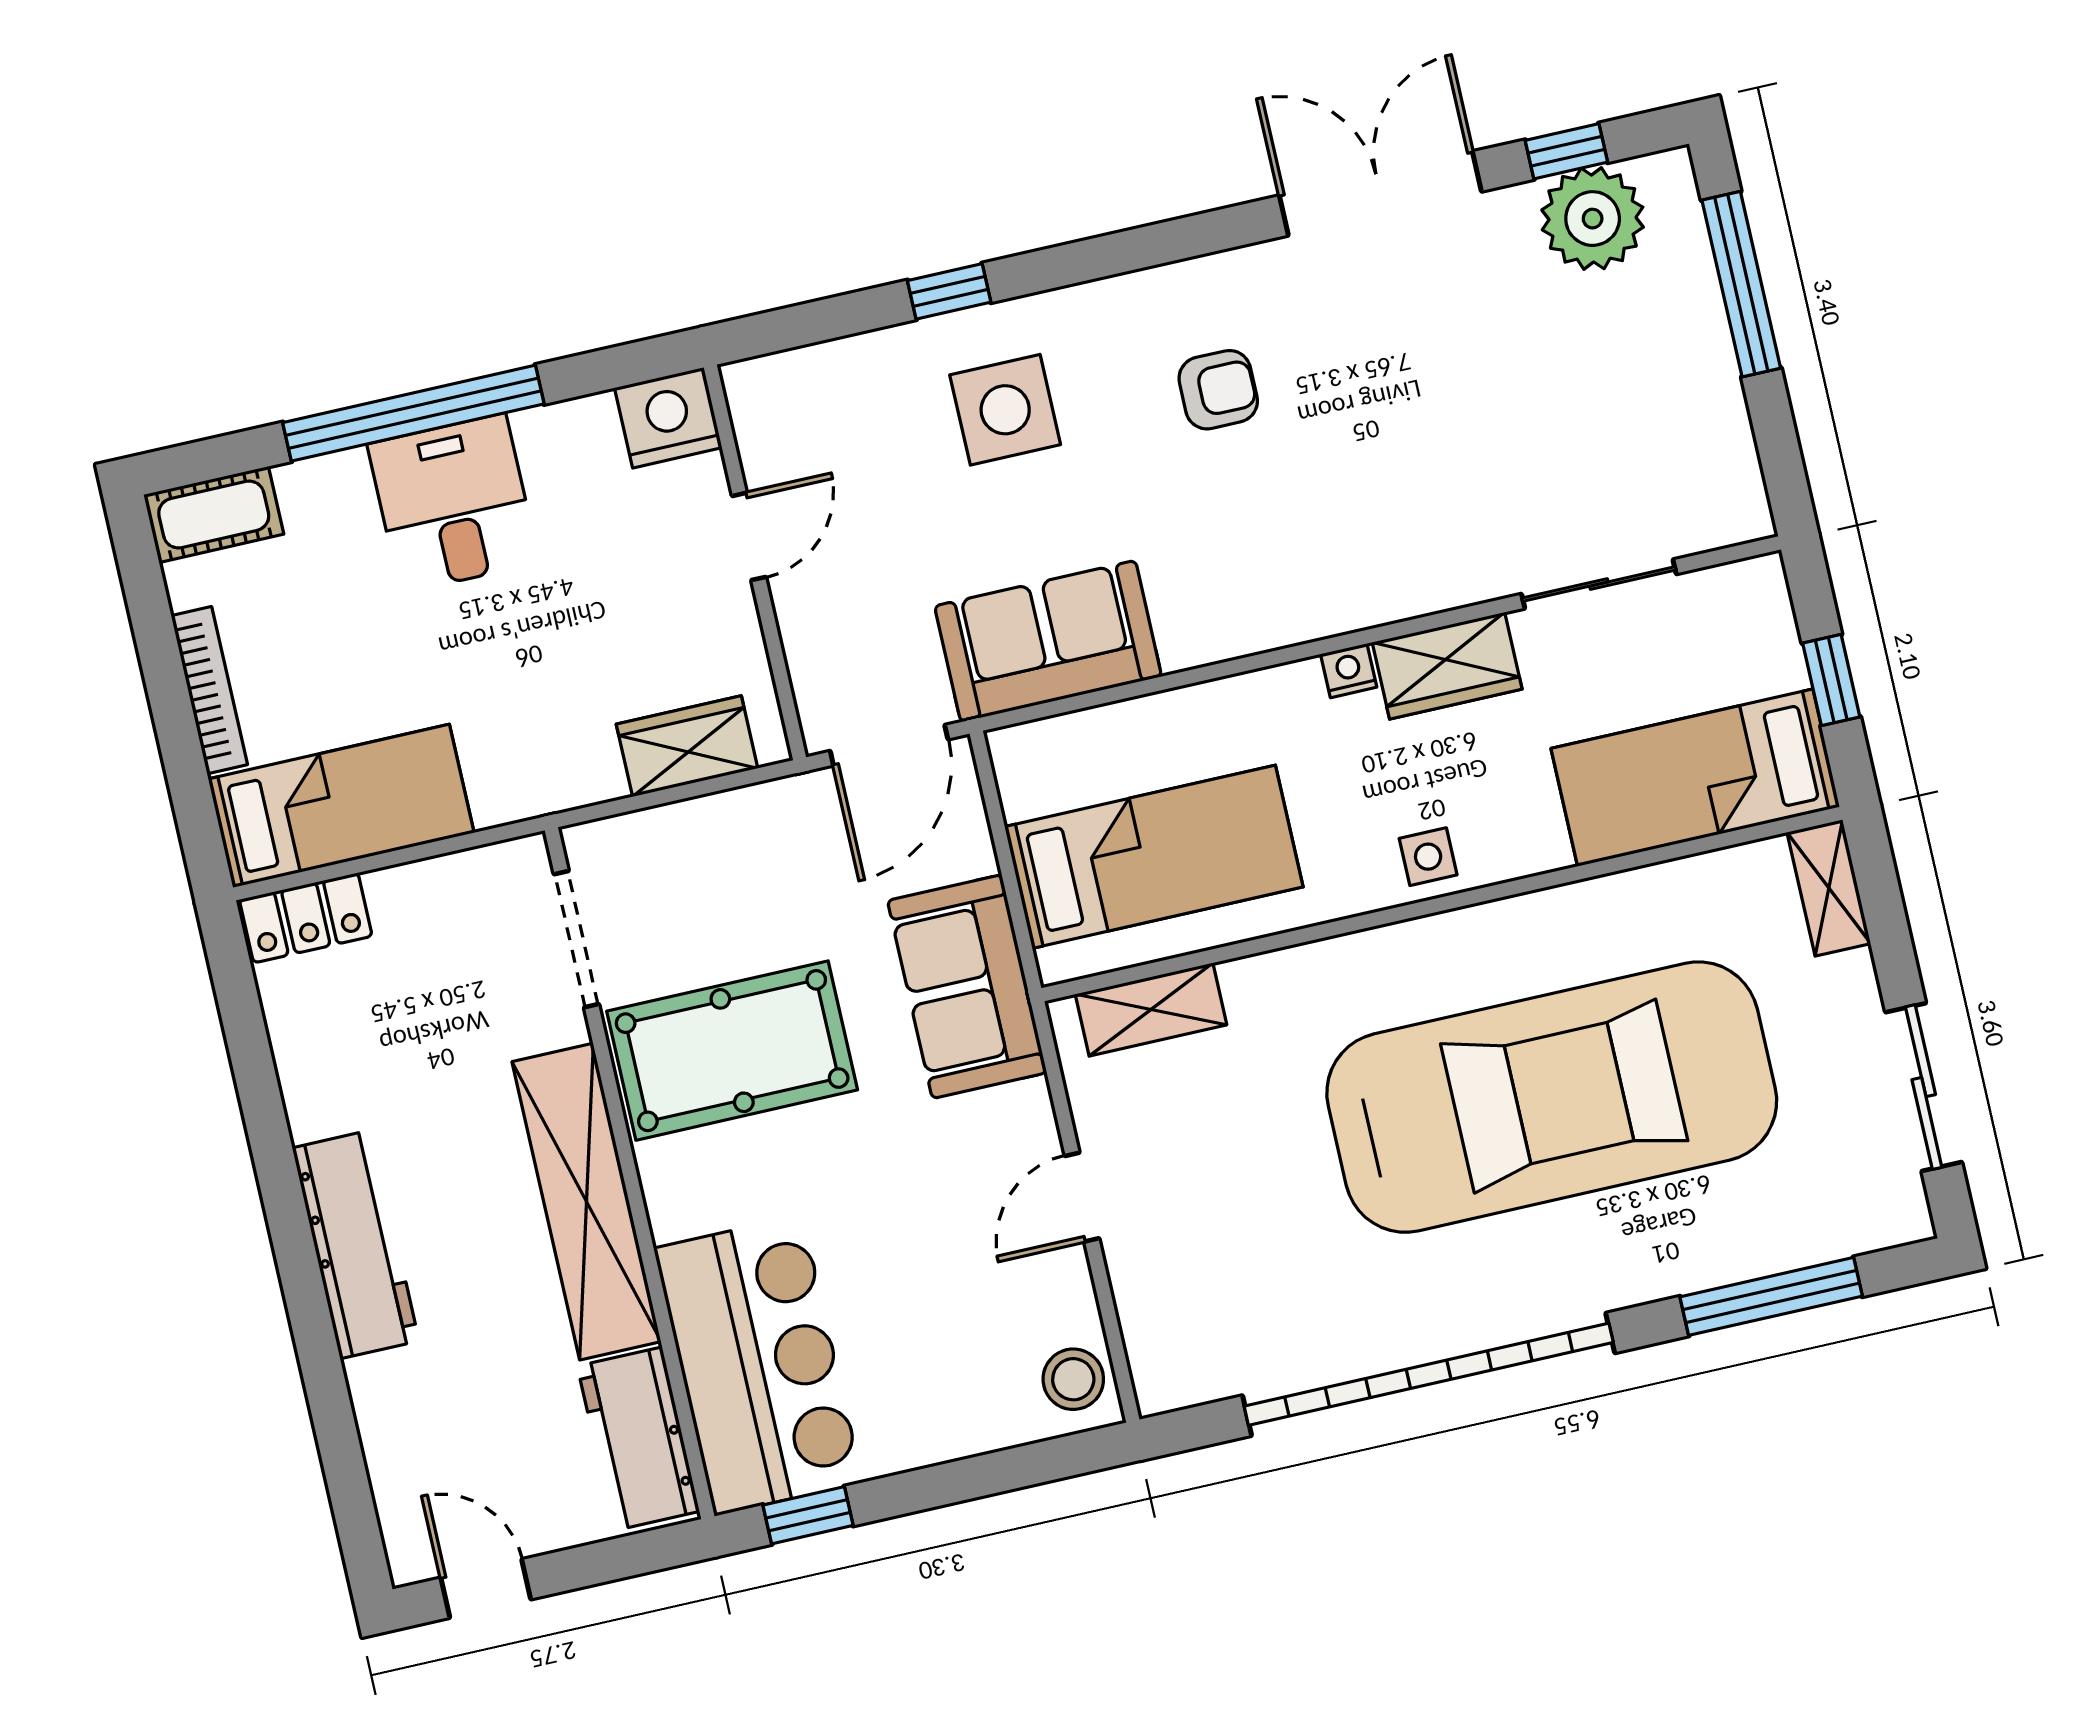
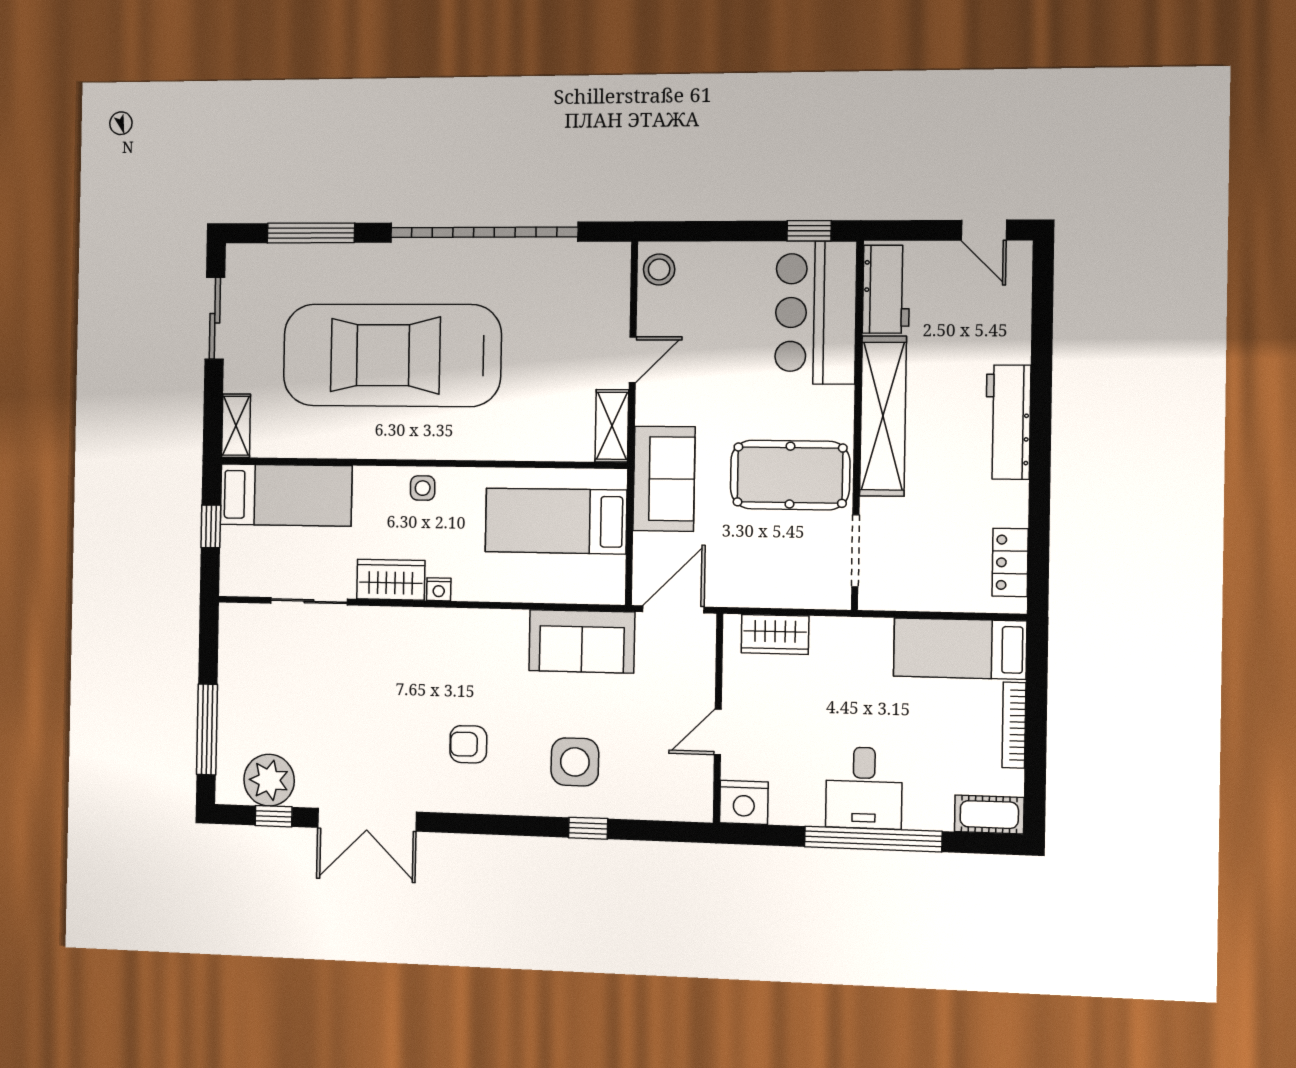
locker: (306, 918) -> (1010, 562), moved, turned -90
shelving: (1151, 1009) -> (612, 426), moved, turned 90

